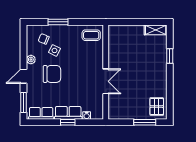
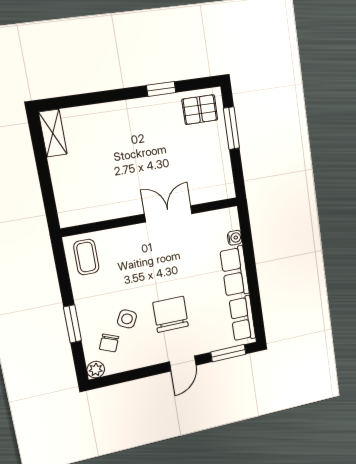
window: (170, 56) -> (161, 89), moved
plant: (31, 60) -> (96, 370), moved
door: (23, 76) -> (183, 364), hinge flipped
window: (68, 122) -> (251, 269), removed

